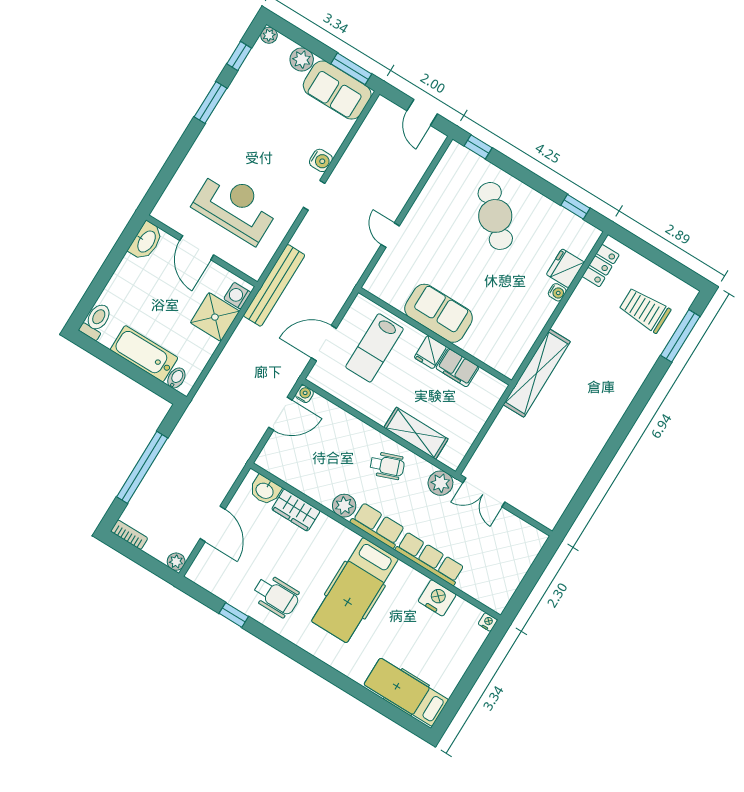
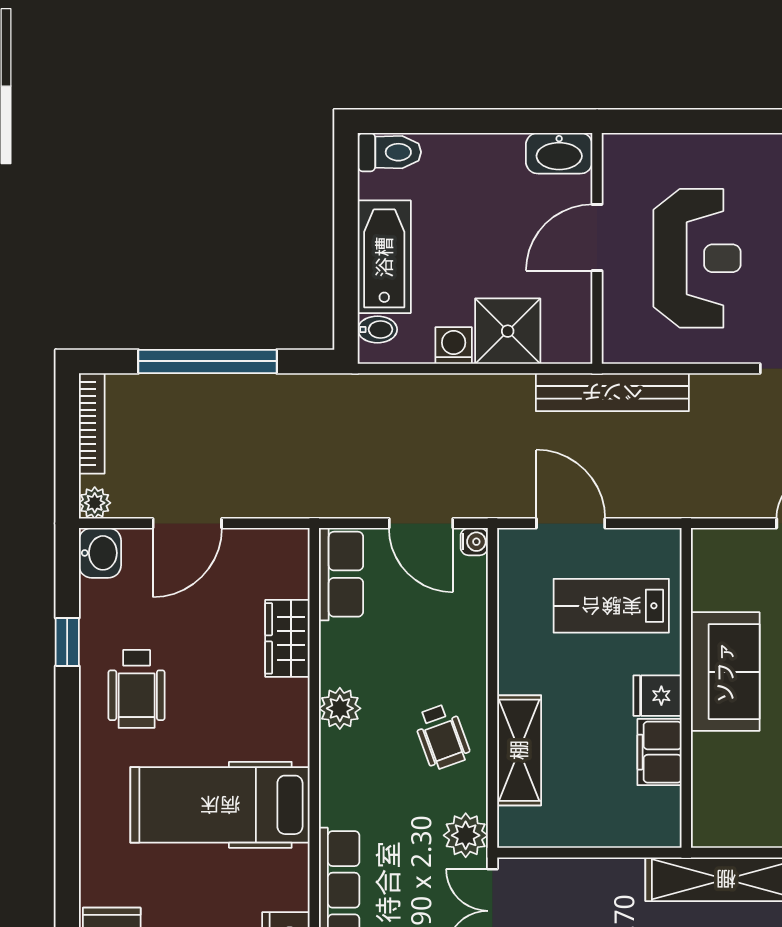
washing machine: (237, 296) -> (454, 345), moved
washbasin: (265, 490) -> (100, 553), moved, turned 180
row of seats: (378, 525) -> (341, 574), moved
bookcase: (129, 535) -> (92, 423), width x1.56

